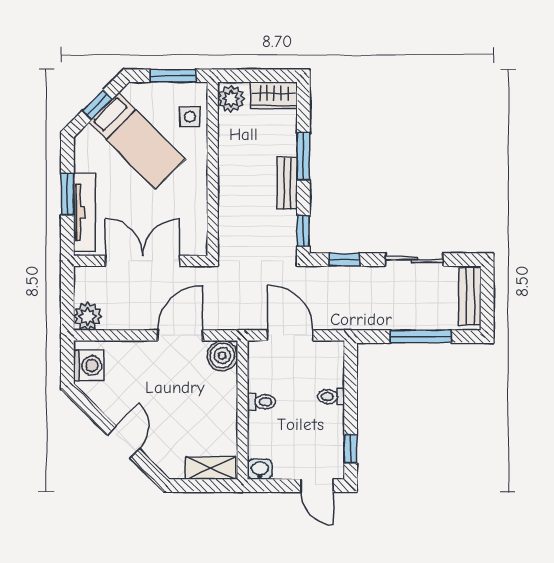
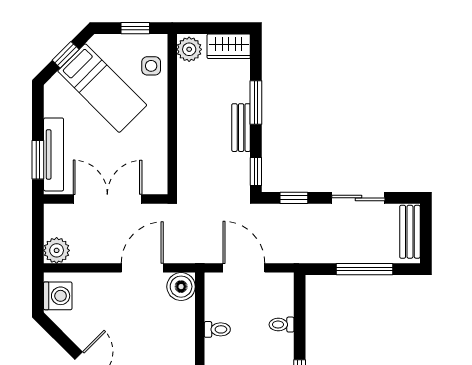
window: (173, 76) -> (135, 28), width x0.67
window: (67, 194) -> (38, 160), moved

